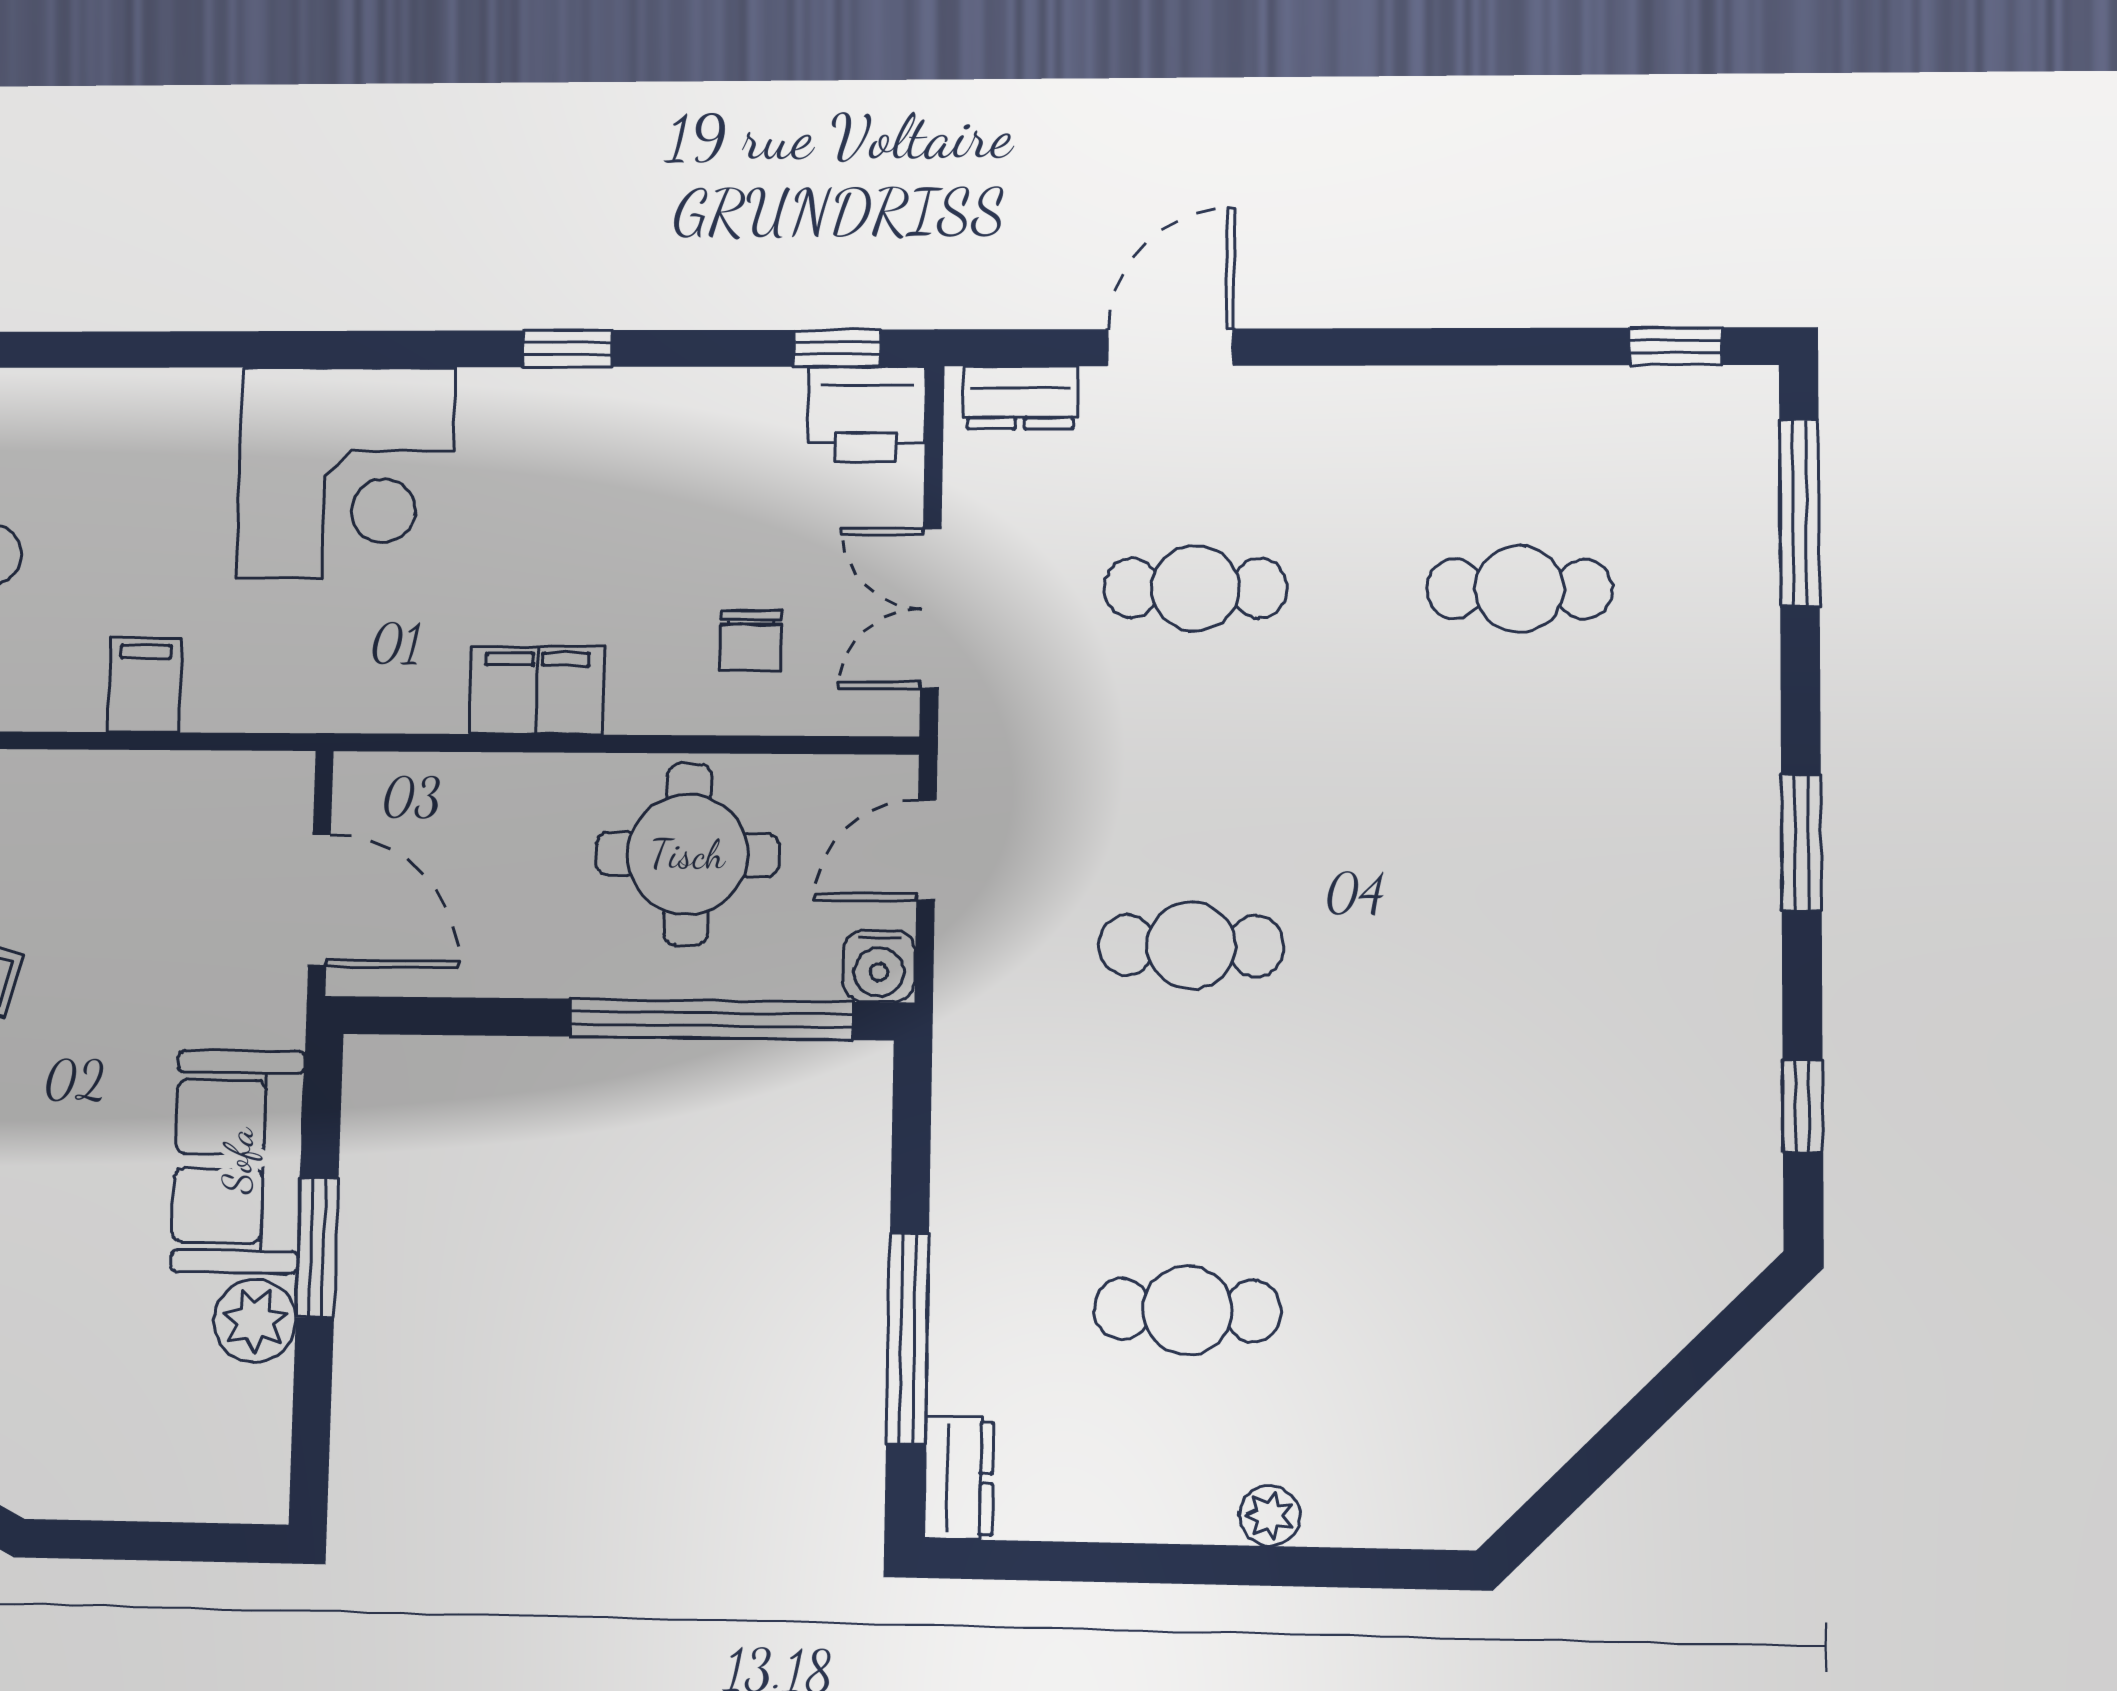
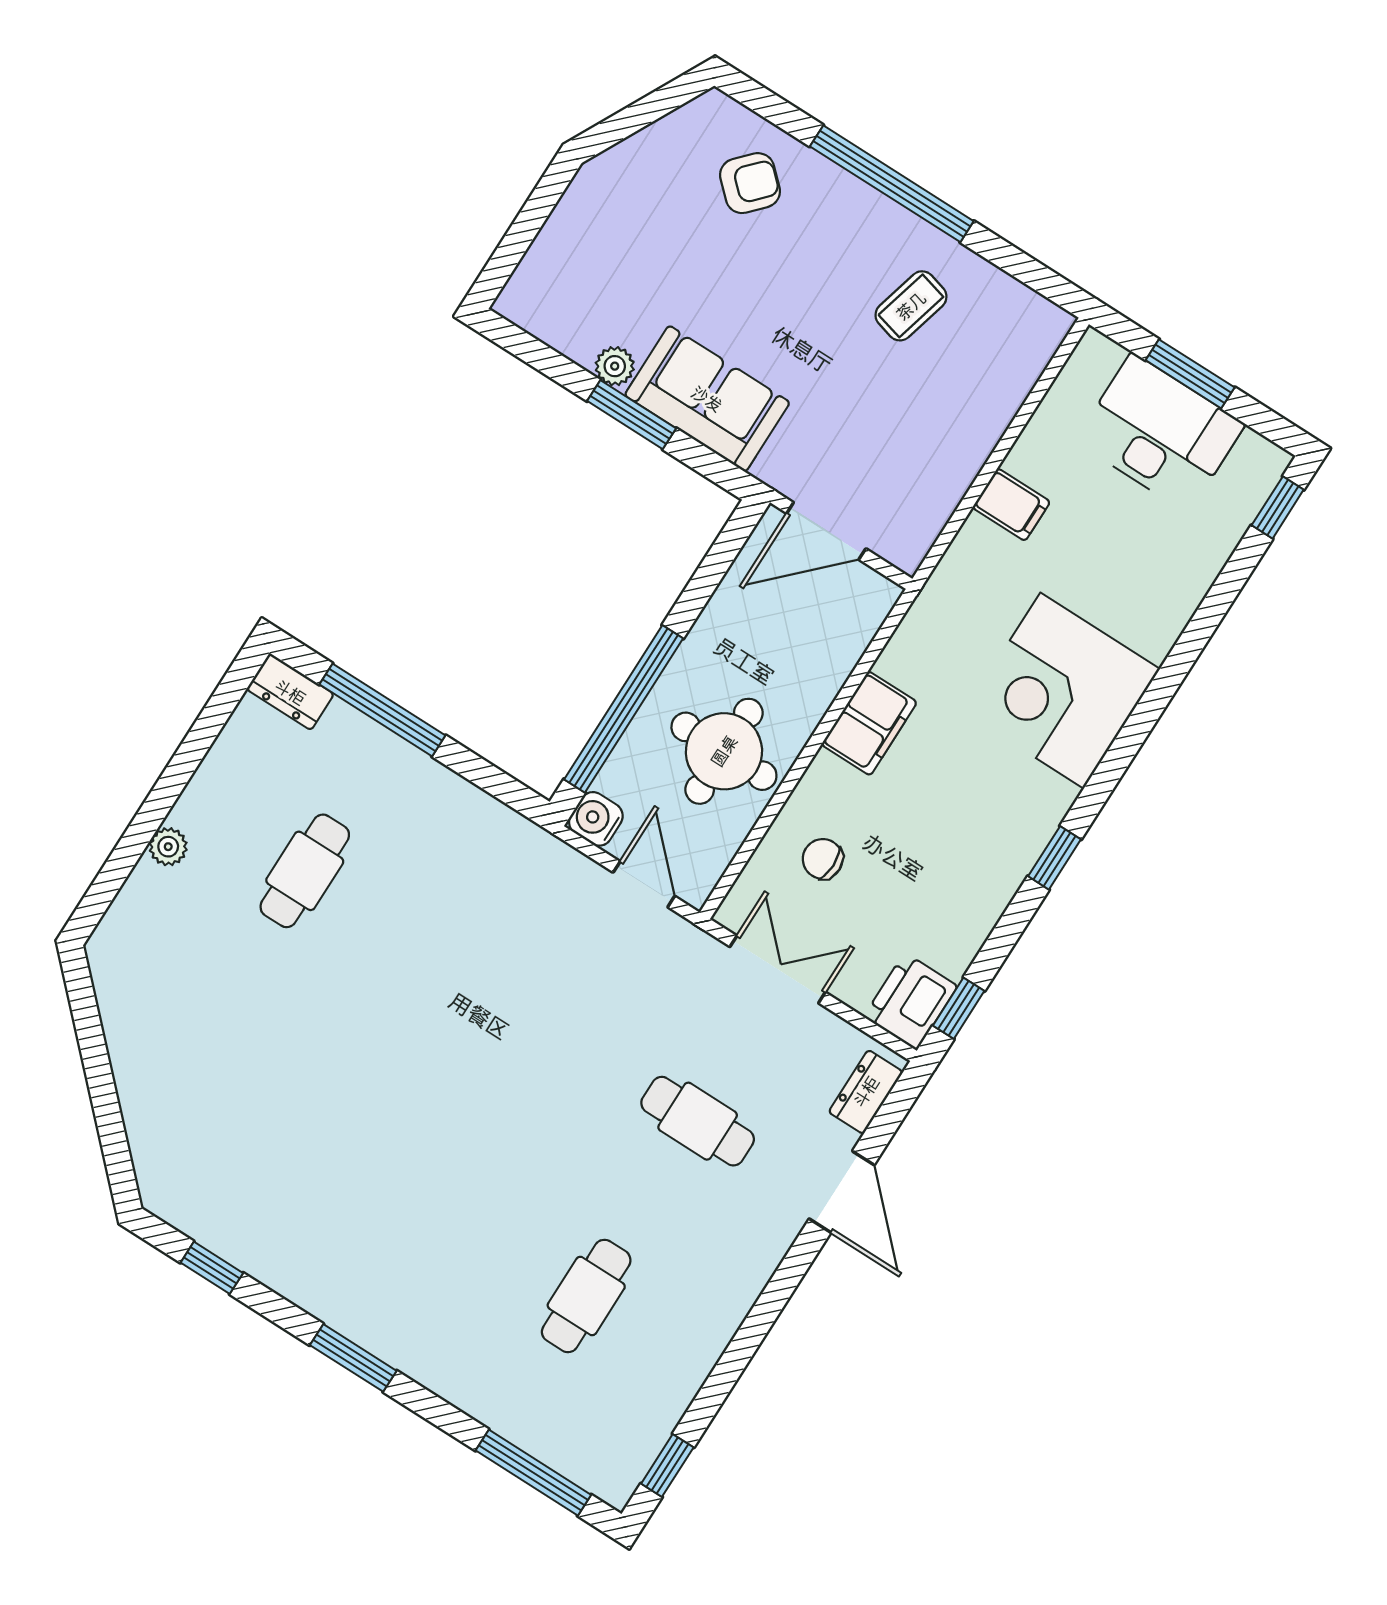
cafe table: (1195, 588) -> (698, 1121), turned 90
cafe table: (1191, 946) -> (501, 996), removed
plant: (255, 1321) -> (615, 366), width x0.73, depth x0.73

